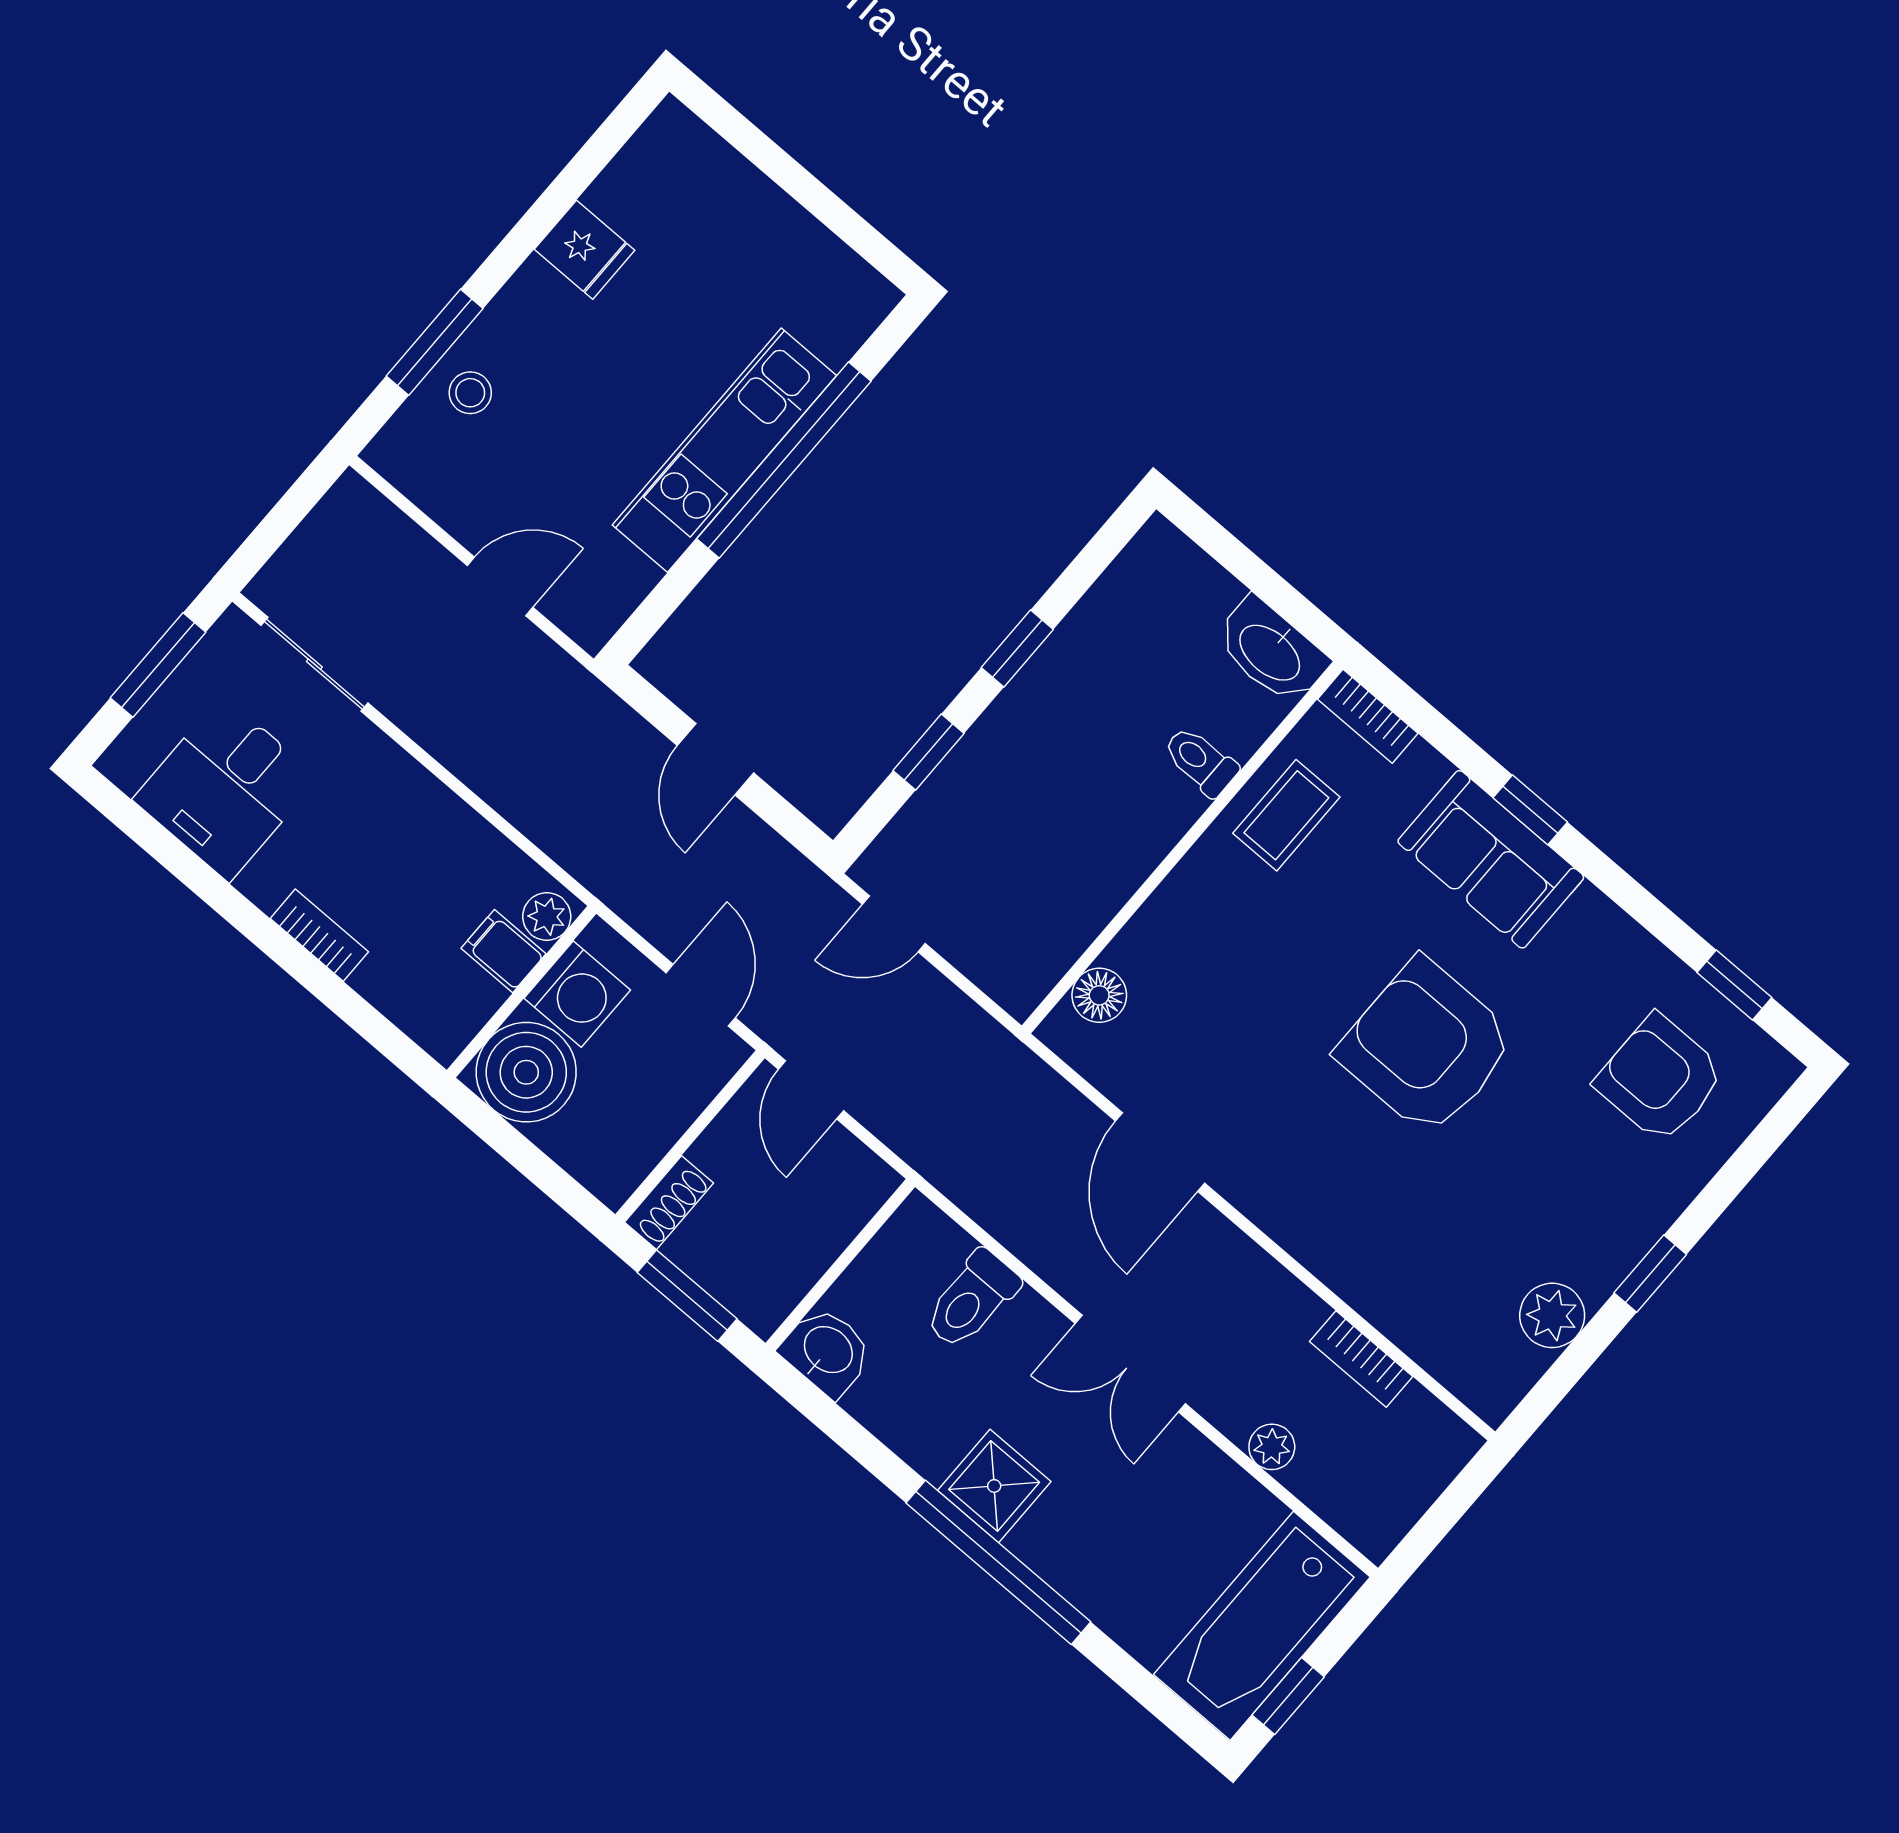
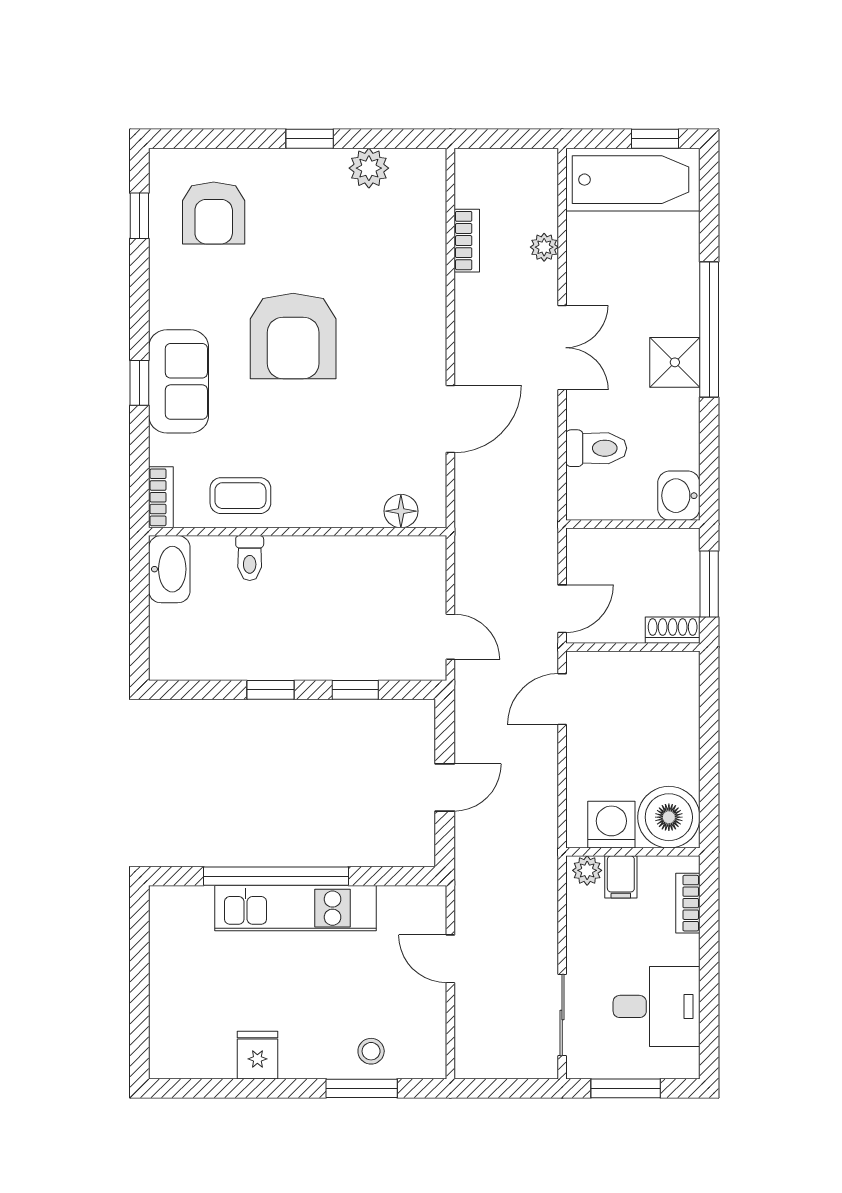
plant: (547, 917) -> (587, 870), moved
filing cabinet: (504, 951) -> (621, 877), moved
wall: (522, 992) -> (633, 852), moved
washing machine: (577, 994) -> (611, 825), moved
boiler: (526, 1072) -> (669, 817), moved

